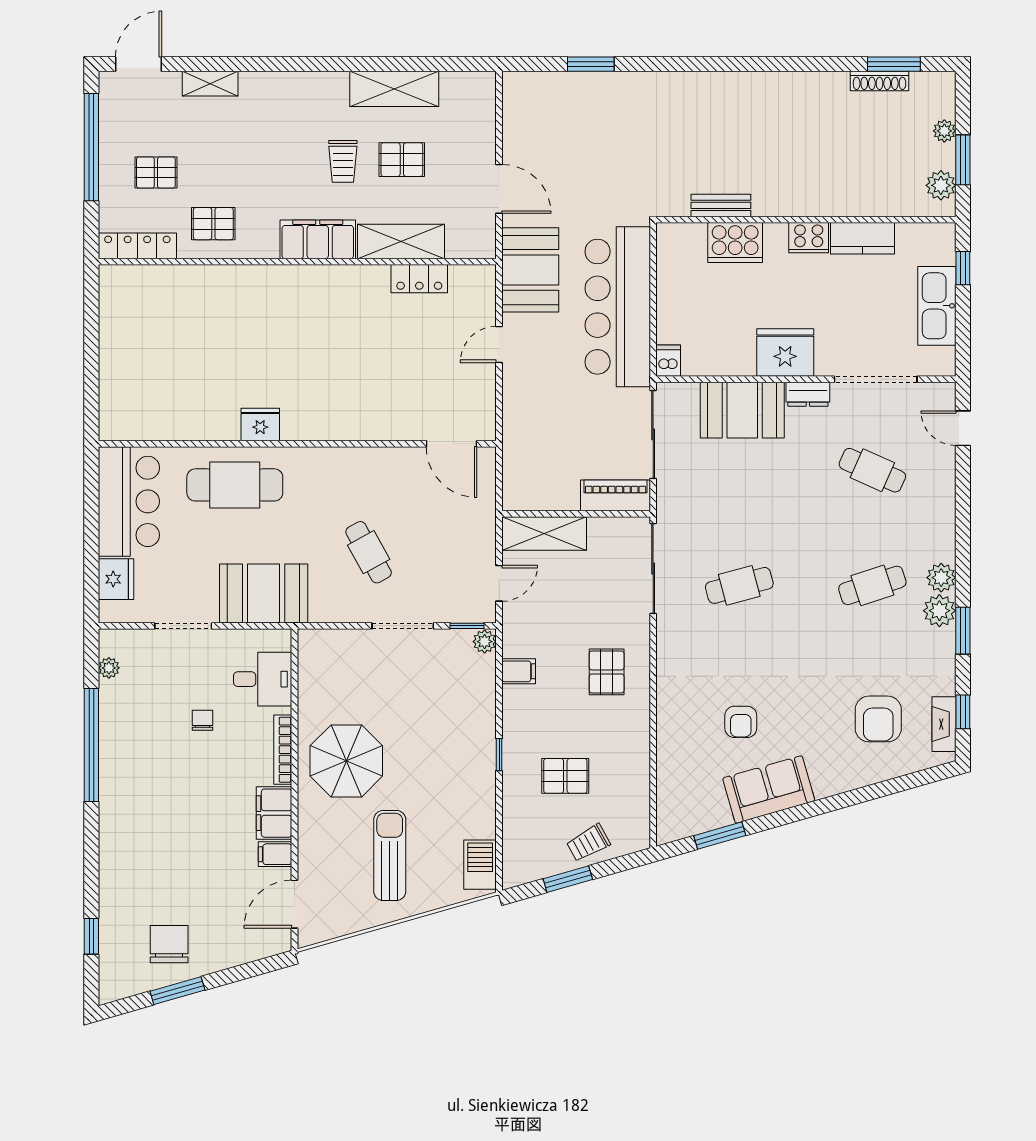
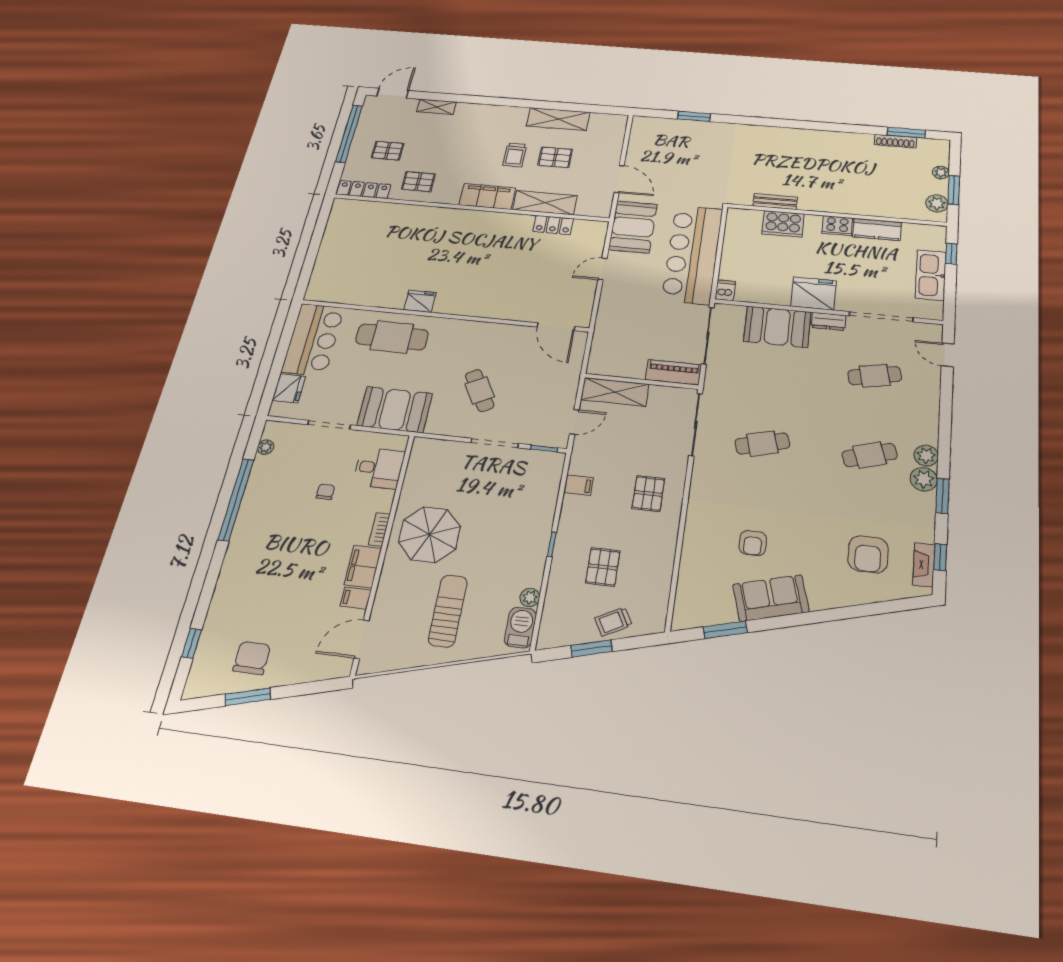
cafe table: (872, 470) -> (875, 376), turned -36
plant: (485, 642) -> (530, 597), moved
bookcase: (283, 750) -> (379, 529), width x0.64
pallet: (565, 776) -> (603, 567), turned 90

